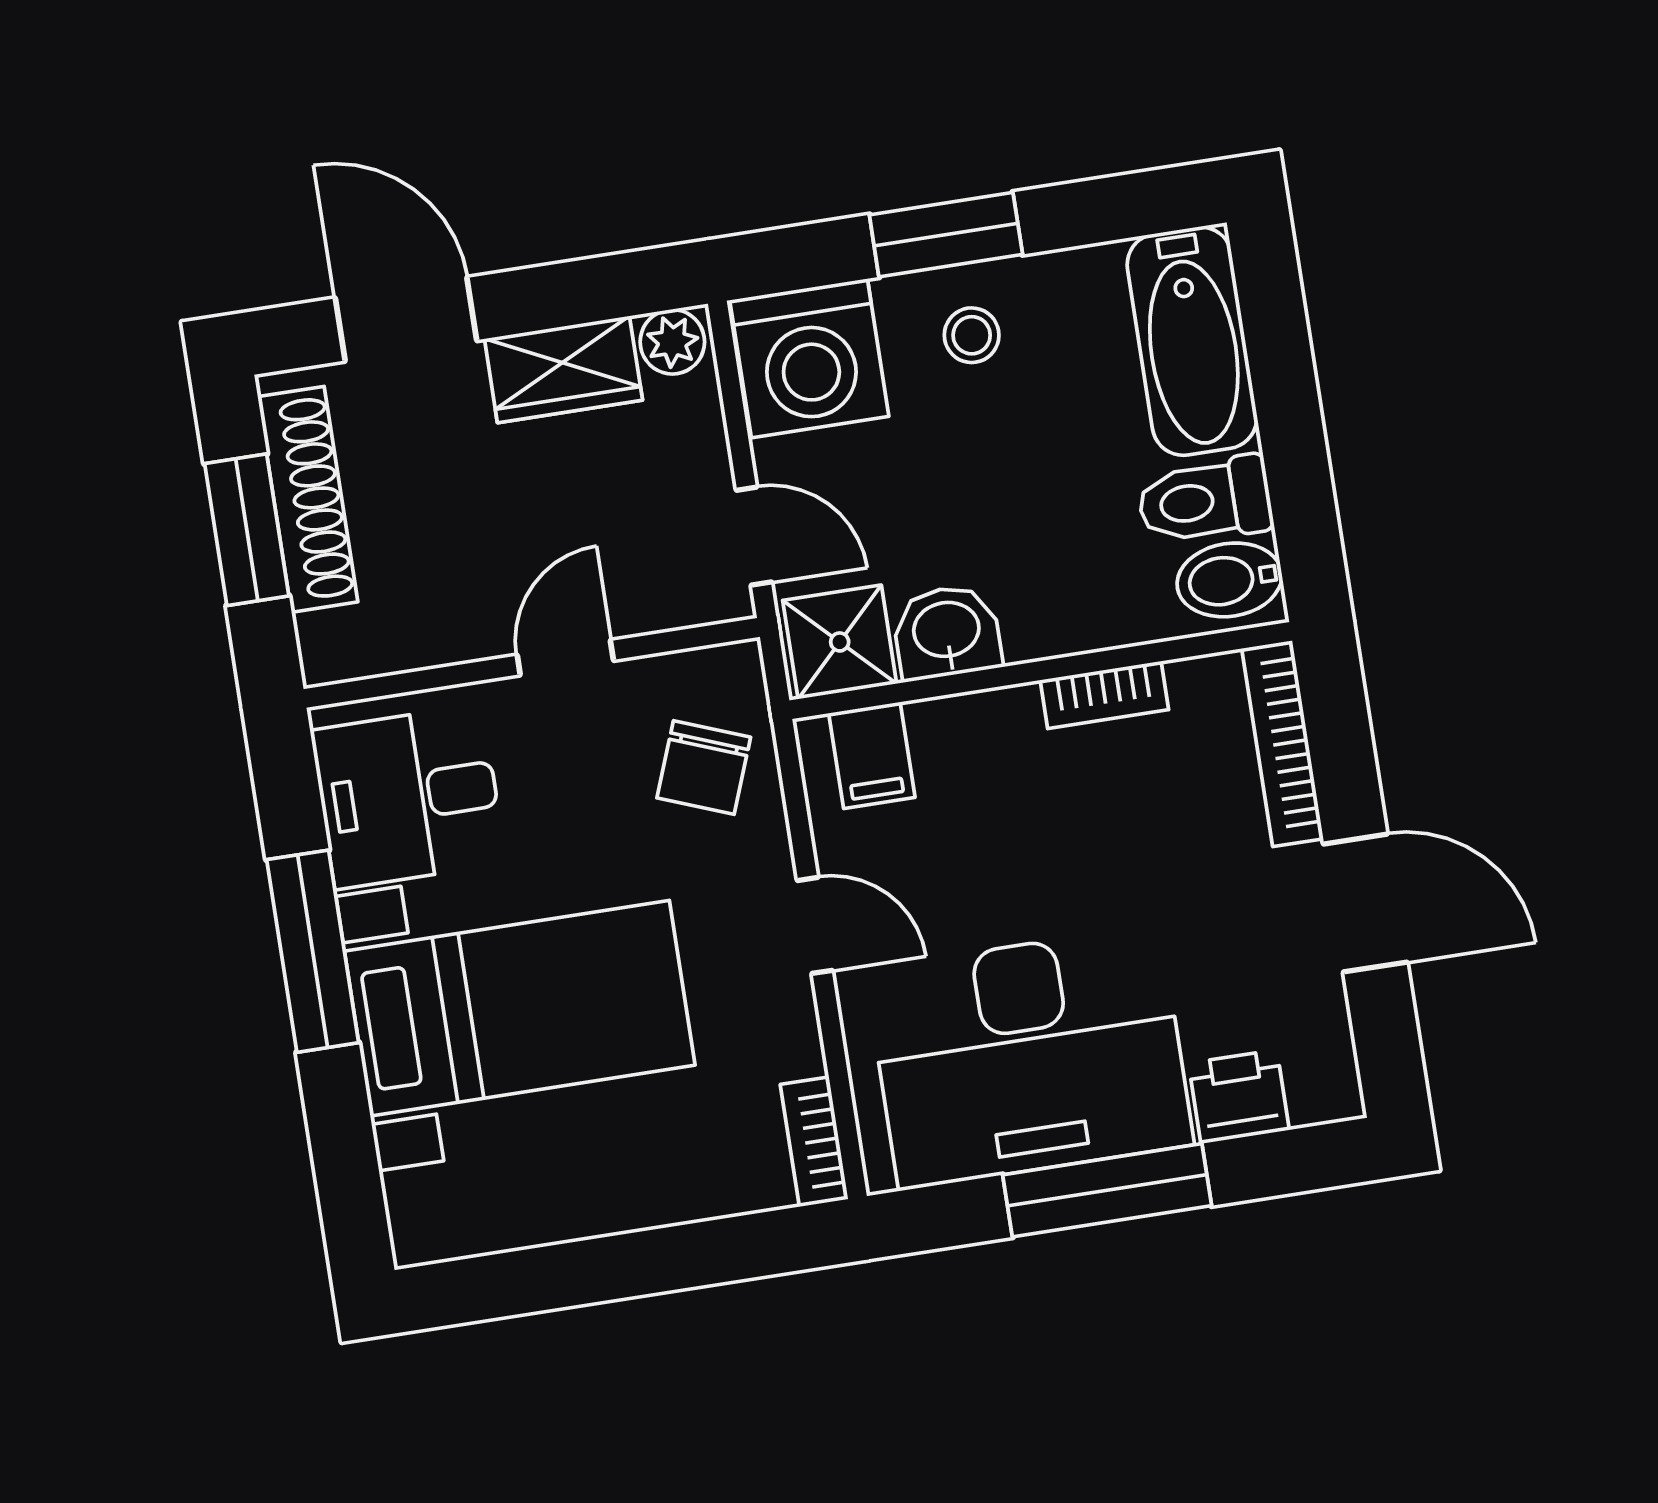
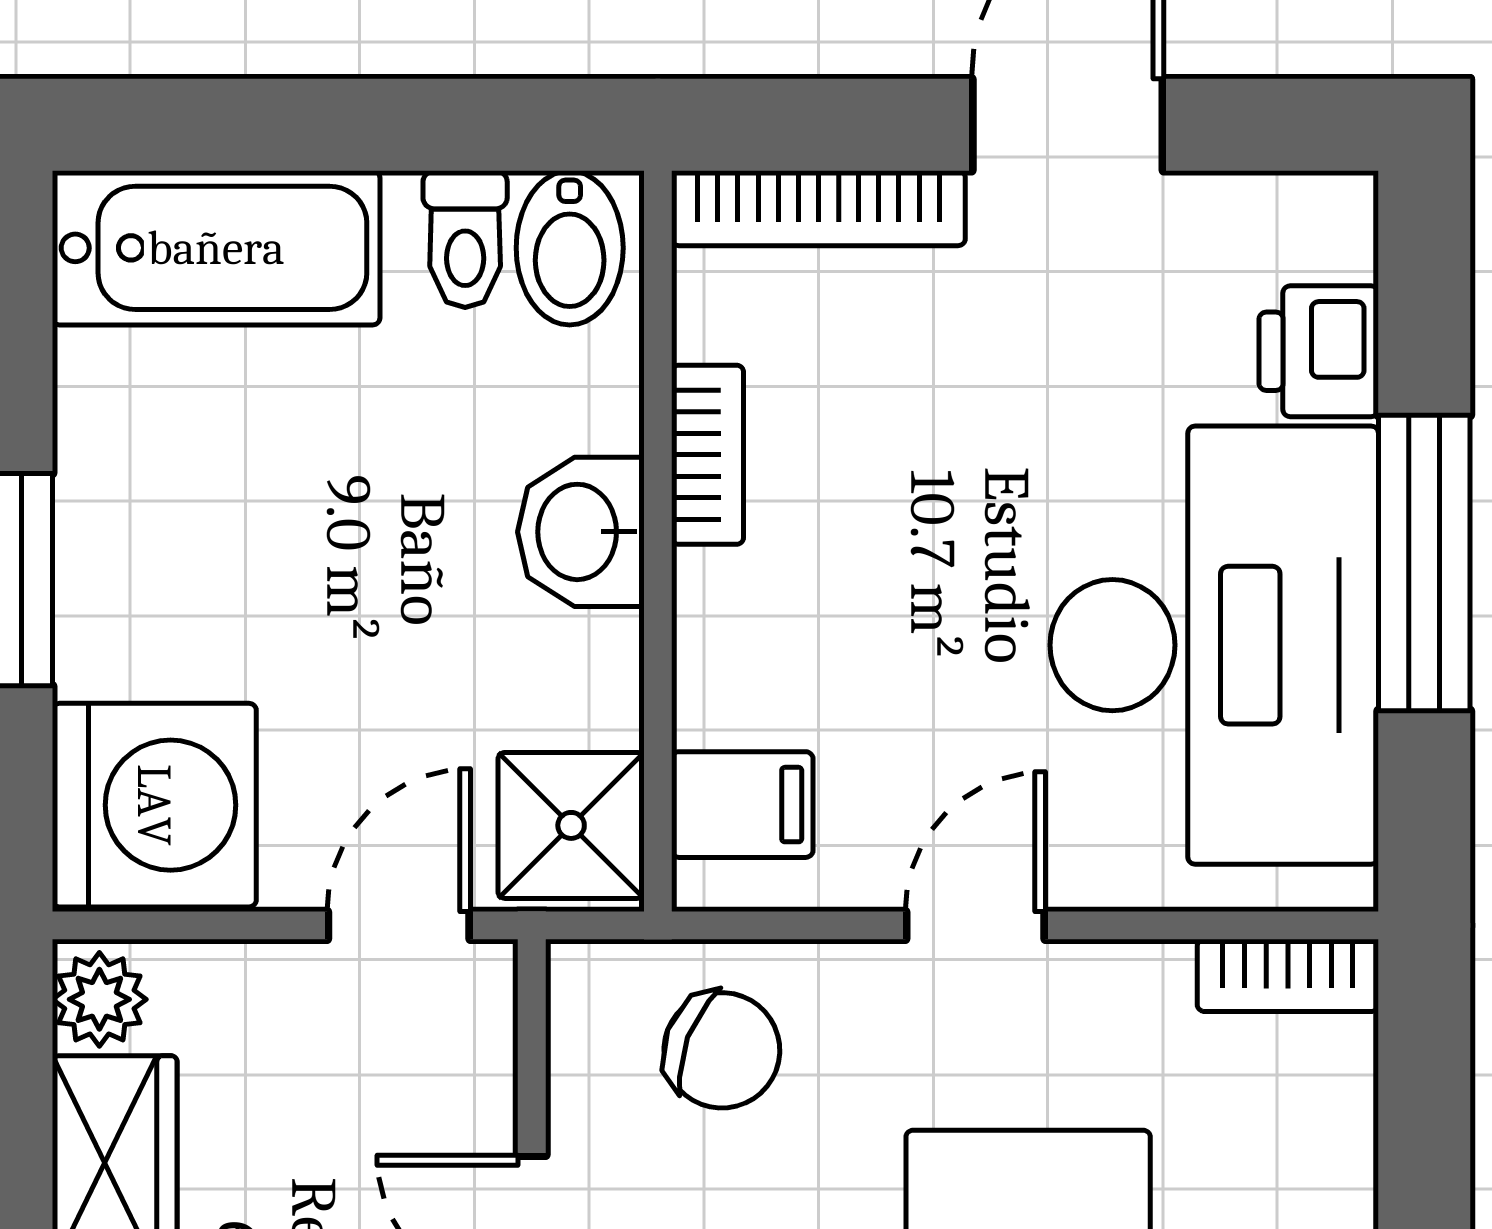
stool: (972, 335) -> (158, 565), removed
toilet: (1205, 501) -> (465, 239), width x0.73, depth x0.72
washbasin: (947, 632) -> (581, 532), moved

